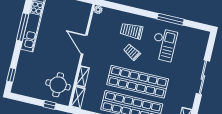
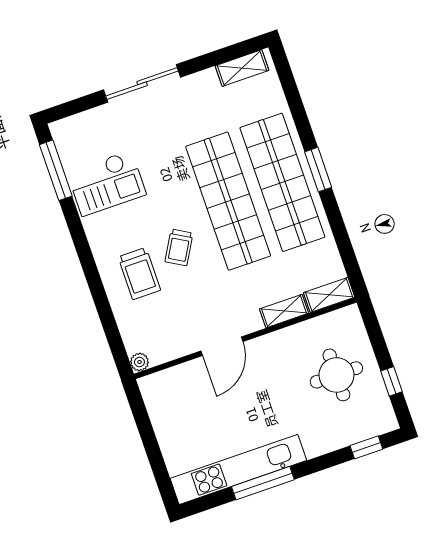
window: (170, 19) -> (56, 170), moved
checkout: (164, 45) -> (107, 183), moved, turned 180
round table: (58, 85) -> (336, 375), moved
window: (50, 105) -> (391, 381), moved

